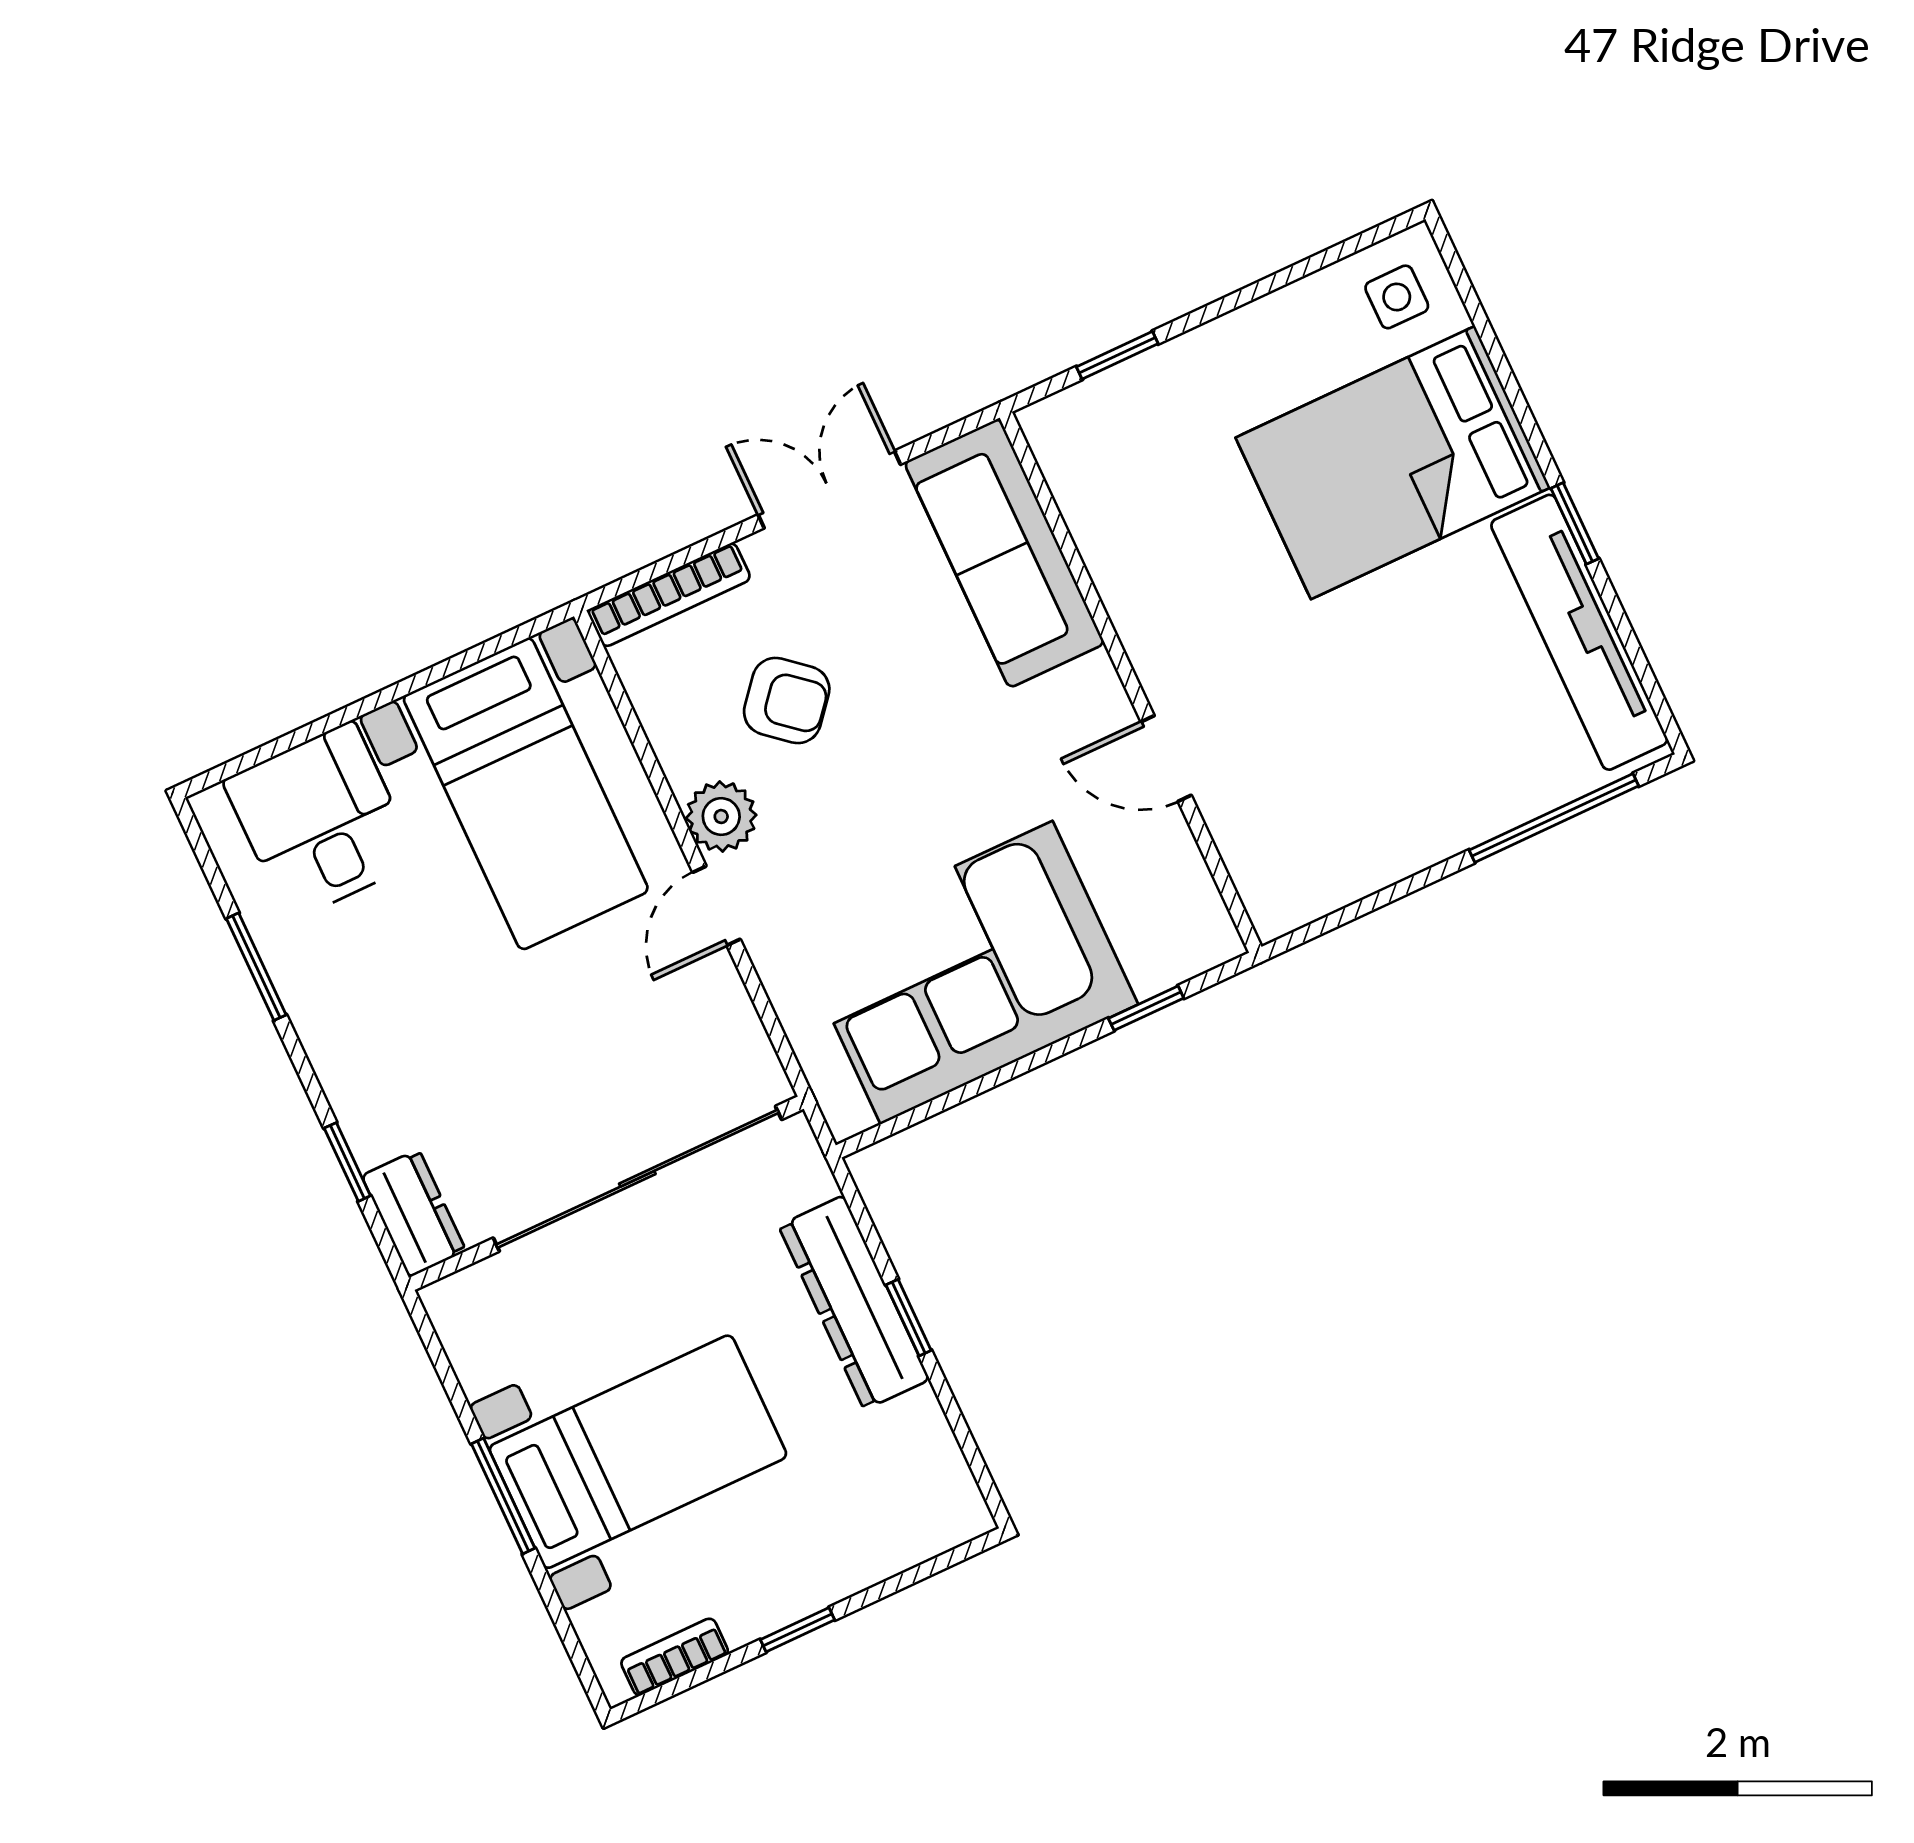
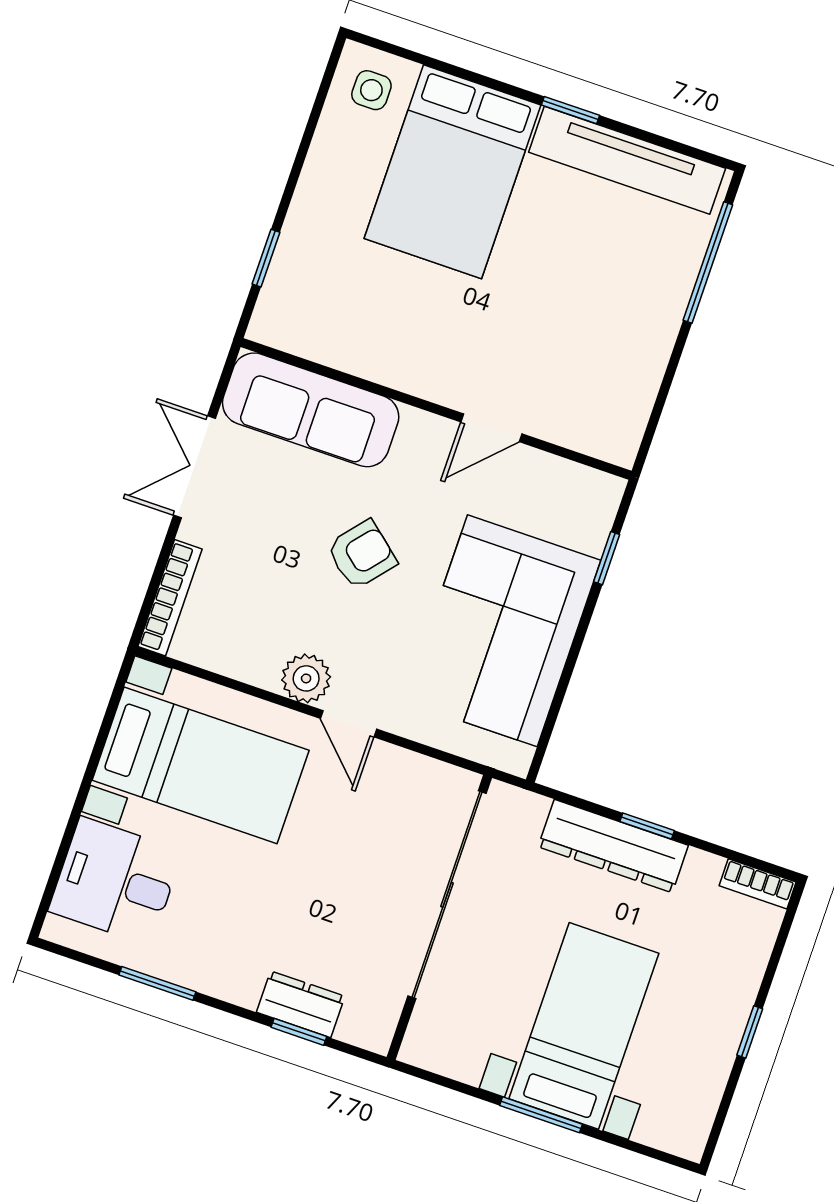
armchair: (787, 700) -> (362, 555), moved
dresser: (414, 1213) -> (301, 1004), moved
bookcase: (675, 1657) -> (758, 884), moved, turned -90

